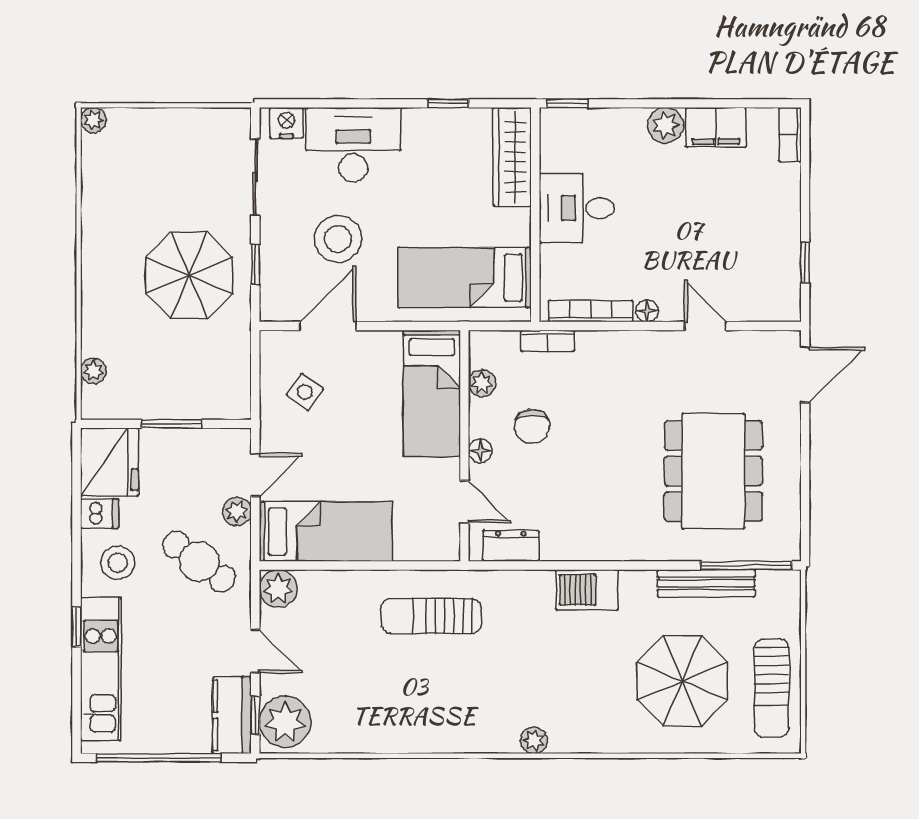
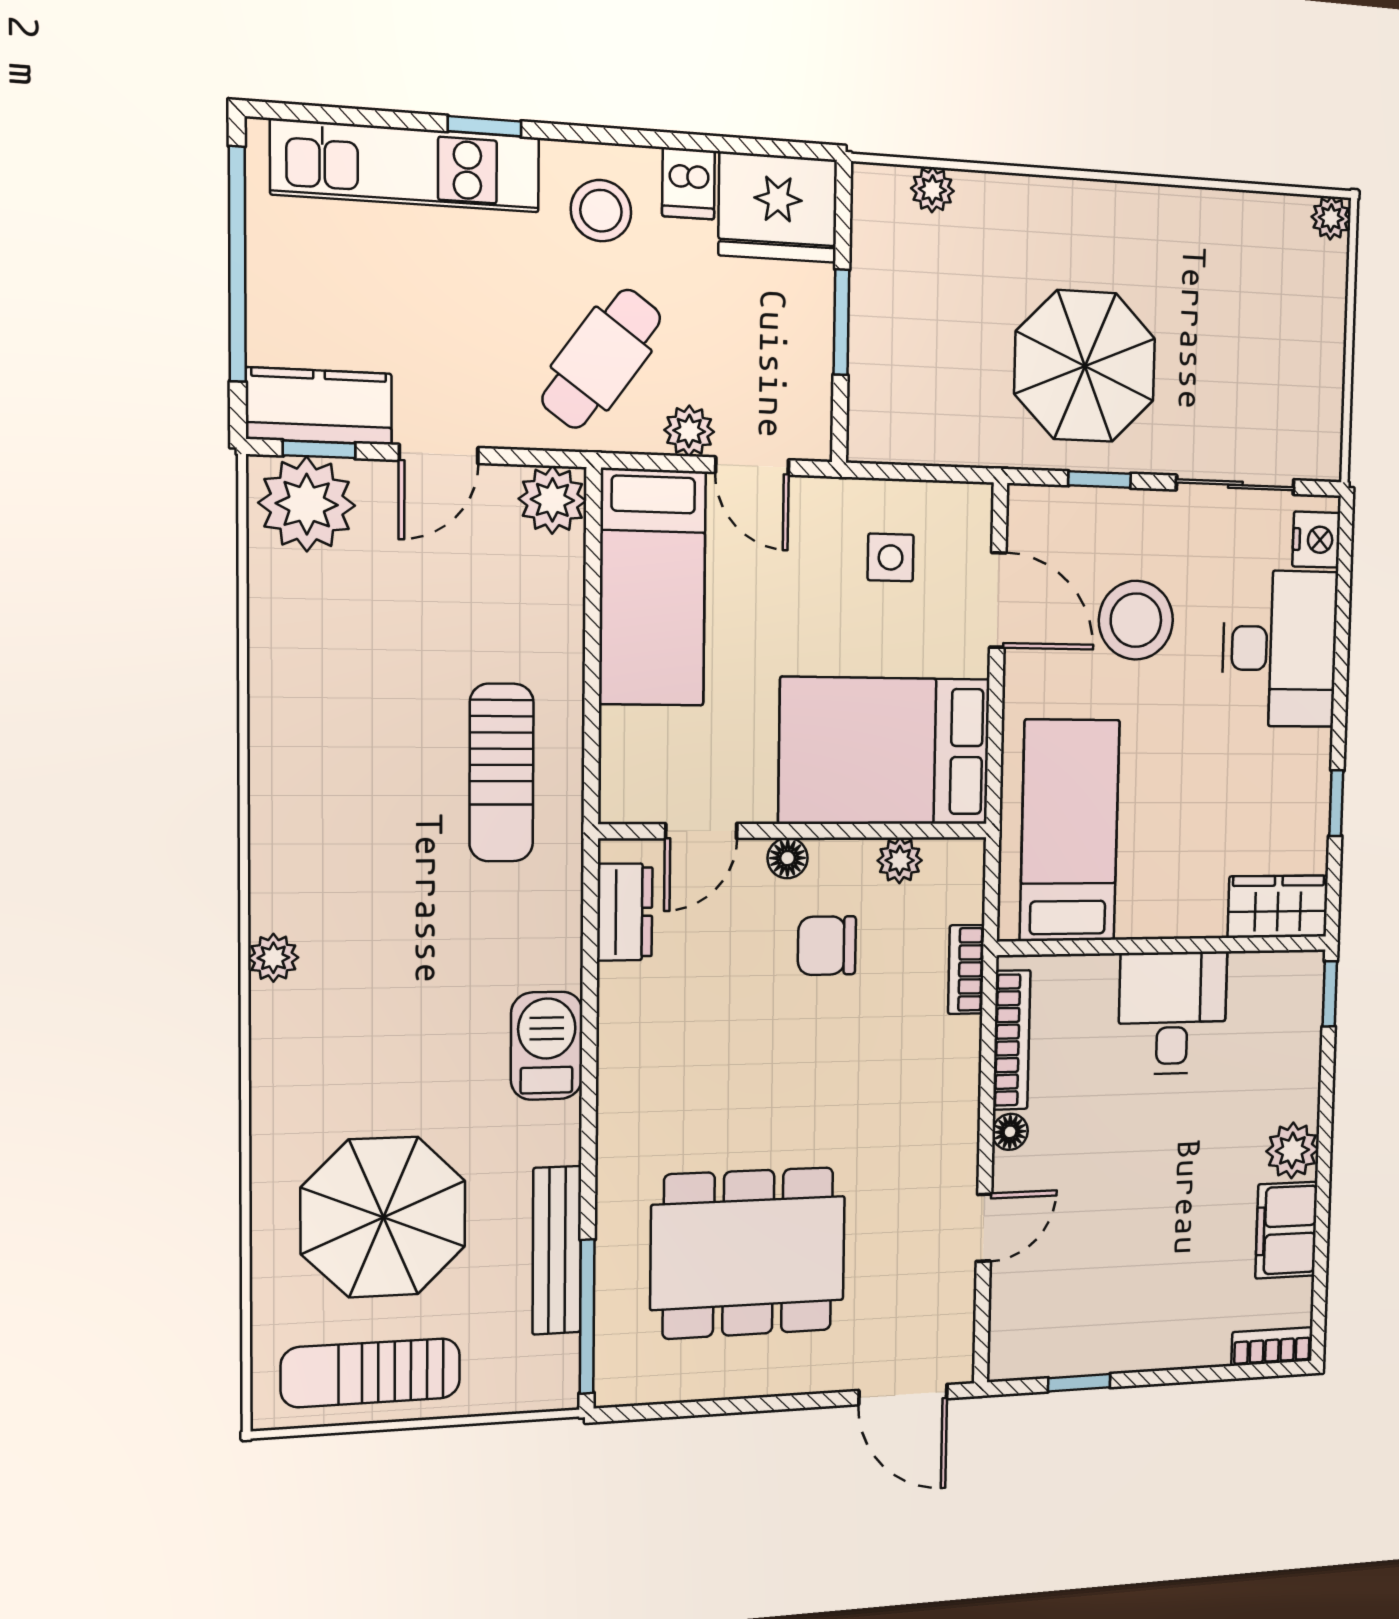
wardrobe: (512, 157) -> (1278, 907), width x0.67
side table: (305, 392) -> (891, 557), turned -35
bed: (432, 393) -> (885, 751), width x1.50
sun lounger: (431, 616) -> (501, 773), turned 180

